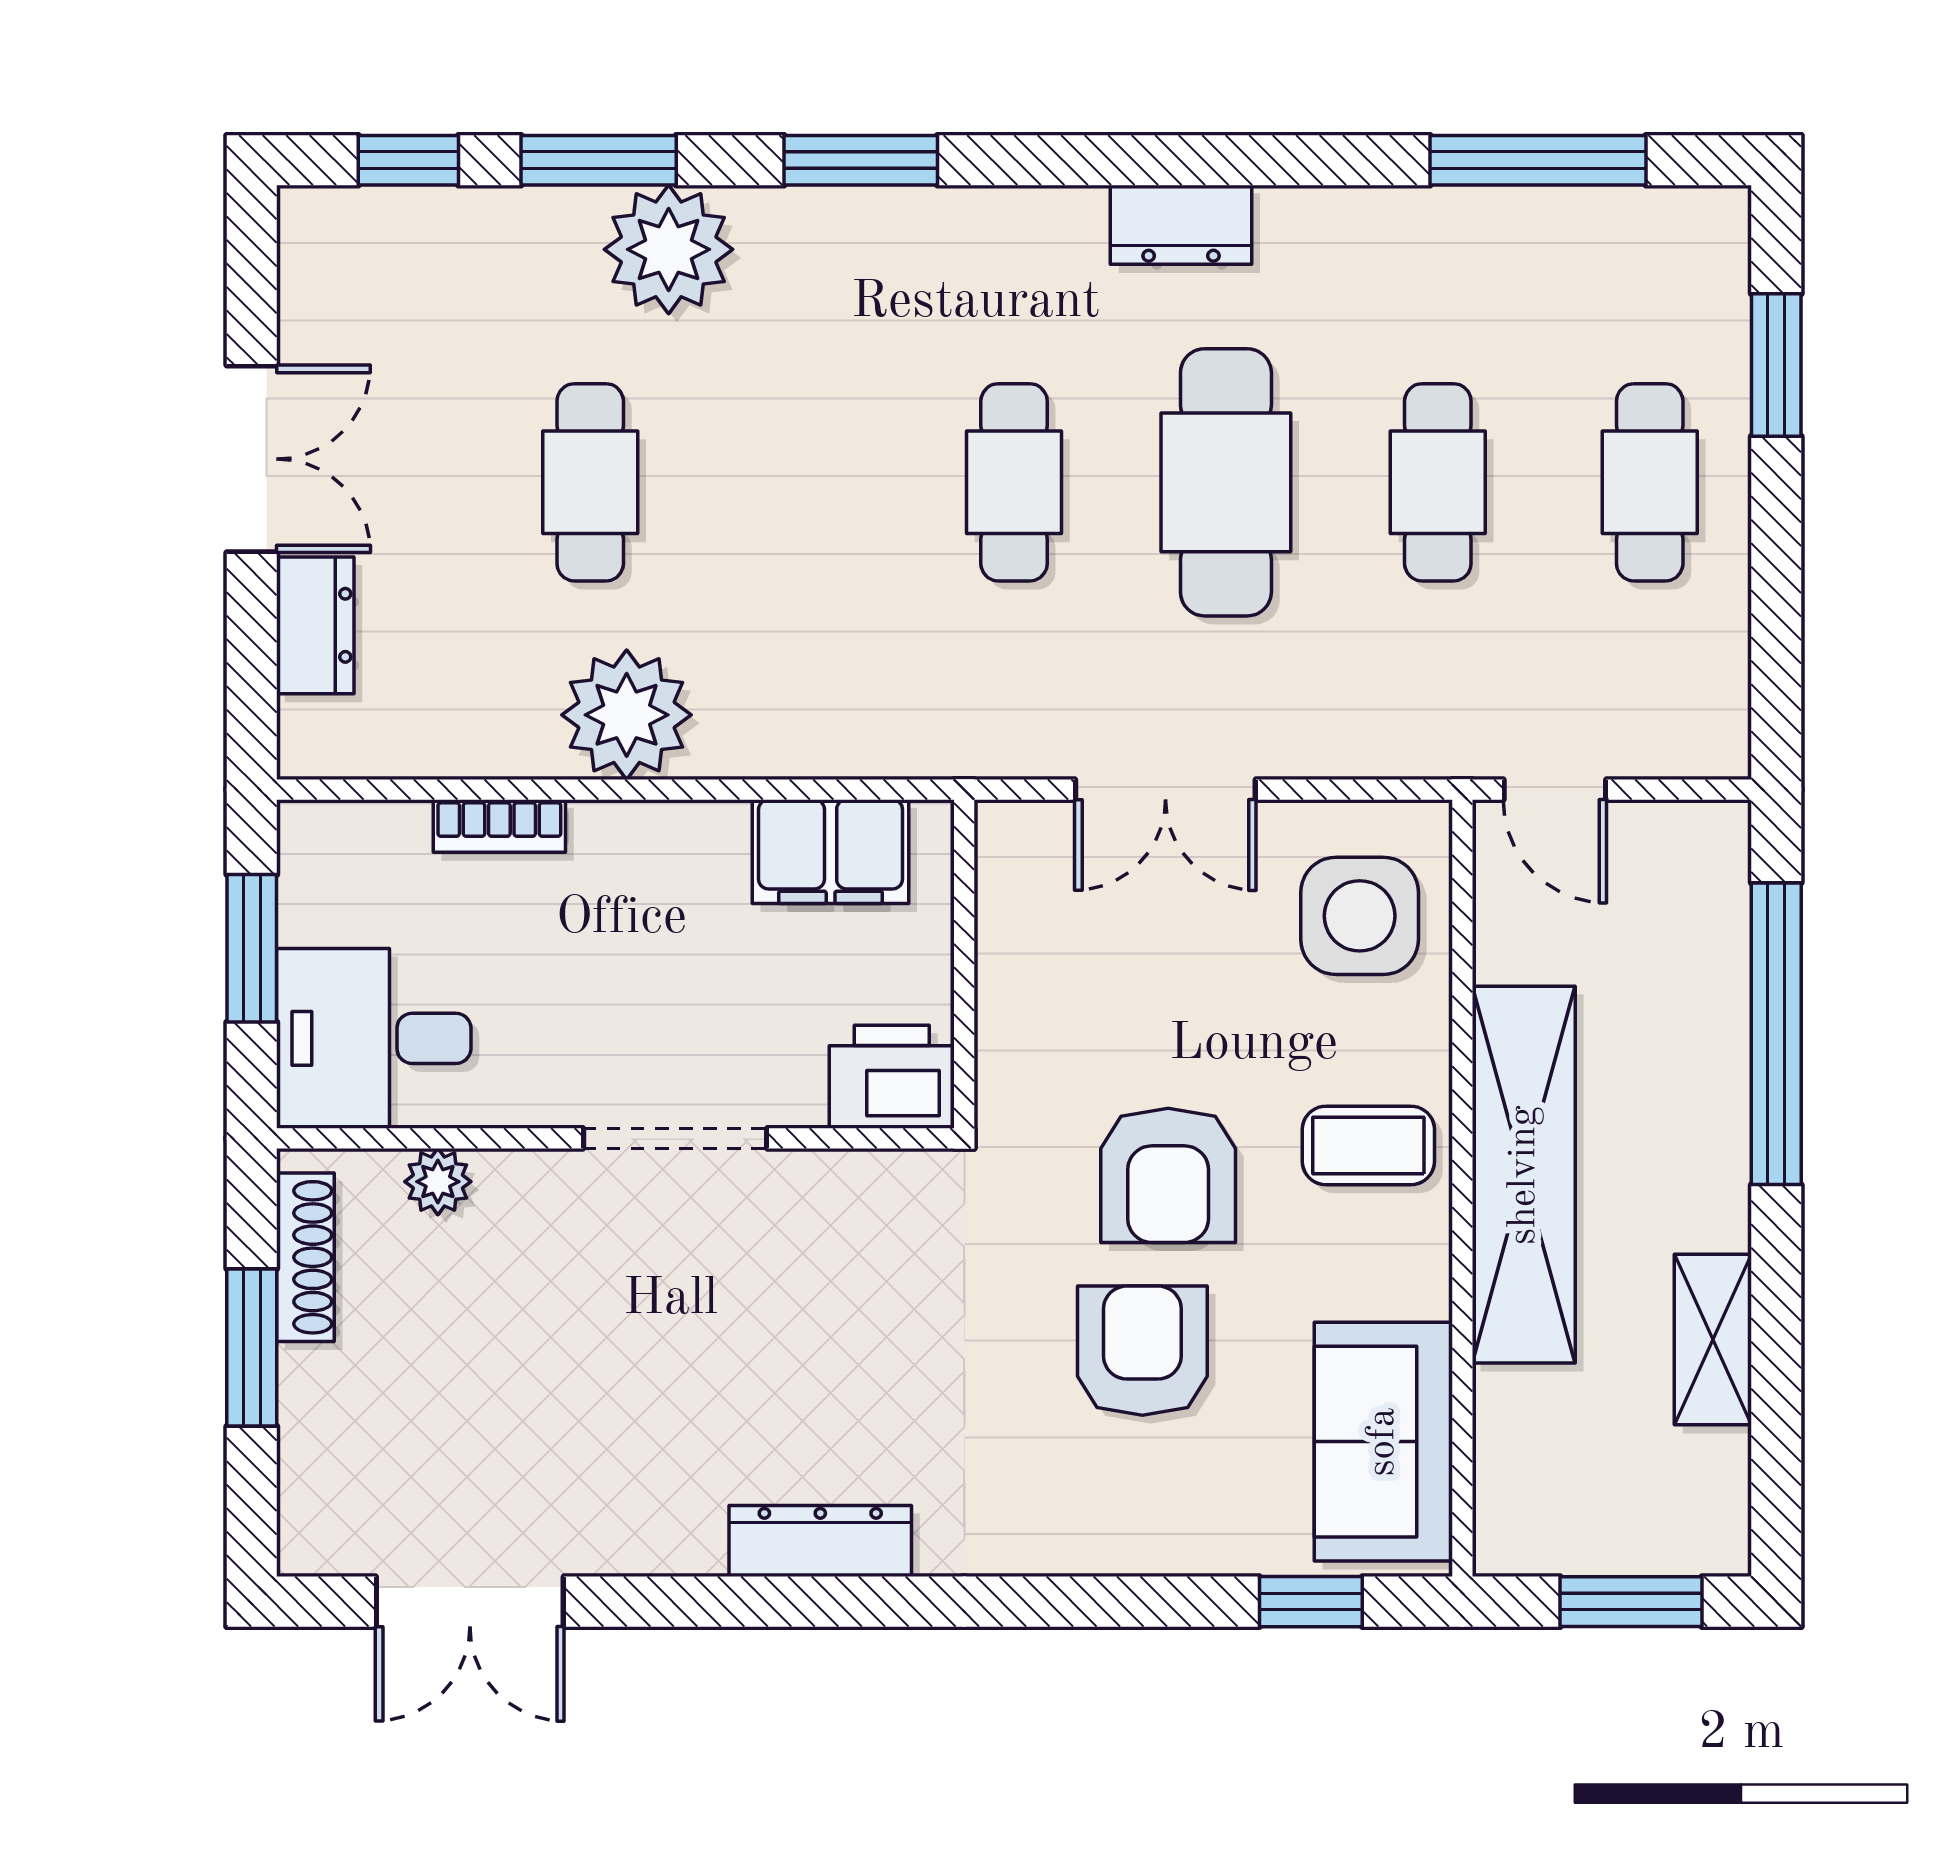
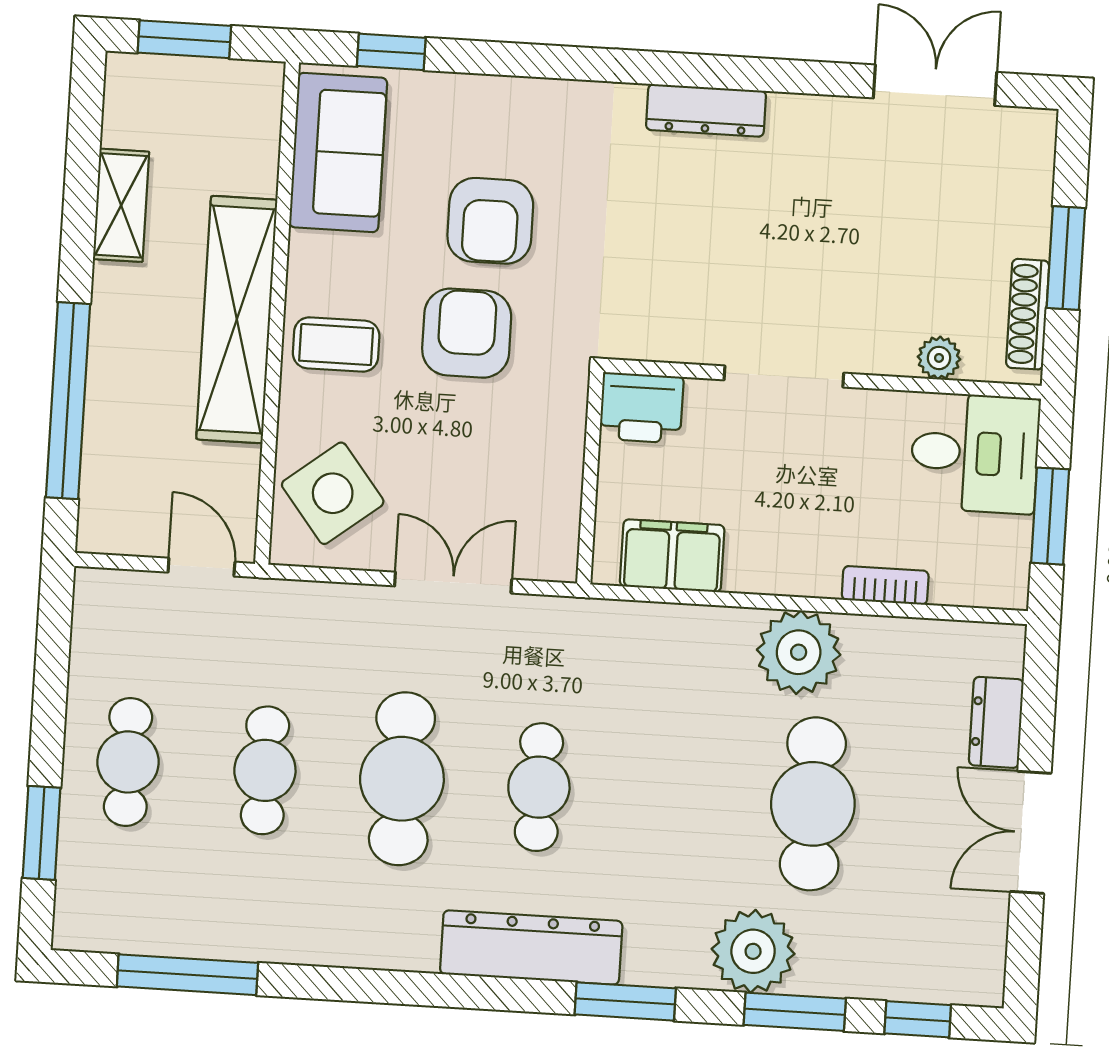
dresser: (1181, 225) -> (531, 947), moved, width x1.96, depth x1.24
cafe table: (590, 482) -> (813, 804), width x1.37, depth x1.35
side table: (1360, 916) -> (333, 493), turned -38

